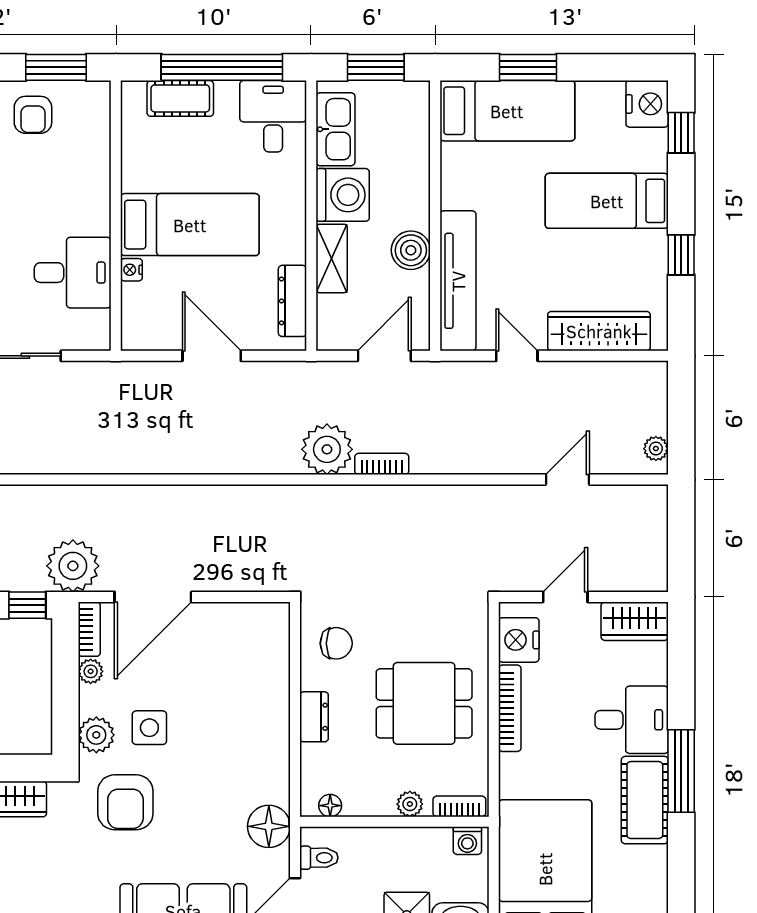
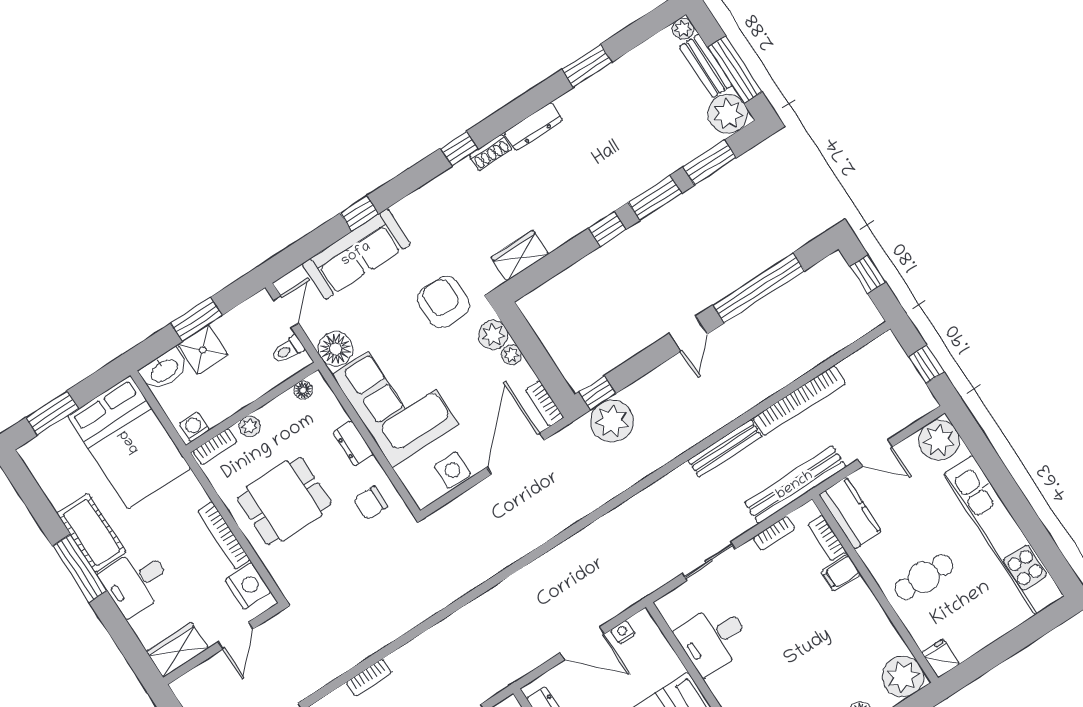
nightstand: (131, 270) -> (623, 632), moved, turned -90
plant: (327, 449) -> (462, 631), removed
bookcase: (382, 464) -> (369, 677), moved
plant: (73, 566) -> (612, 421), moved
plant: (91, 671) -> (511, 355), moved
side table: (149, 728) -> (452, 470), moved
corner sofa: (241, 734) -> (395, 400), added

